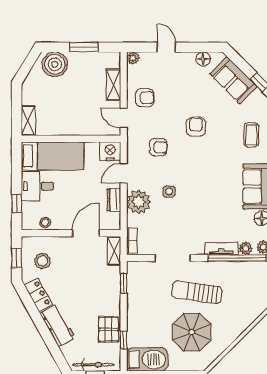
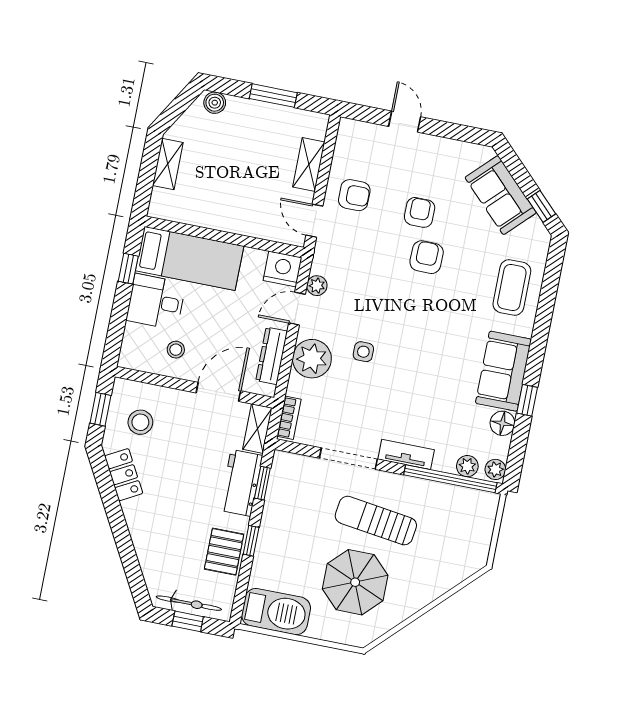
plant: (133, 58) -> (317, 286), moved
floor lamp: (203, 59) -> (459, 152), removed
boiler: (55, 64) -> (215, 103), width x0.54, depth x0.54
shelving: (28, 121) -> (168, 164), moved
coffee table: (251, 135) -> (512, 288), width x1.36, depth x1.30
armchair: (158, 147) -> (420, 212), moved, turned -92
dresser: (114, 200) -> (272, 356), width x1.44
window: (17, 203) -> (128, 269), moved
stool: (45, 223) -> (176, 350), moved
tv unit: (221, 249) -> (406, 454), moved
workbench: (58, 325) -> (241, 483), moved, turned -151
window: (124, 340) -> (251, 541), moved

